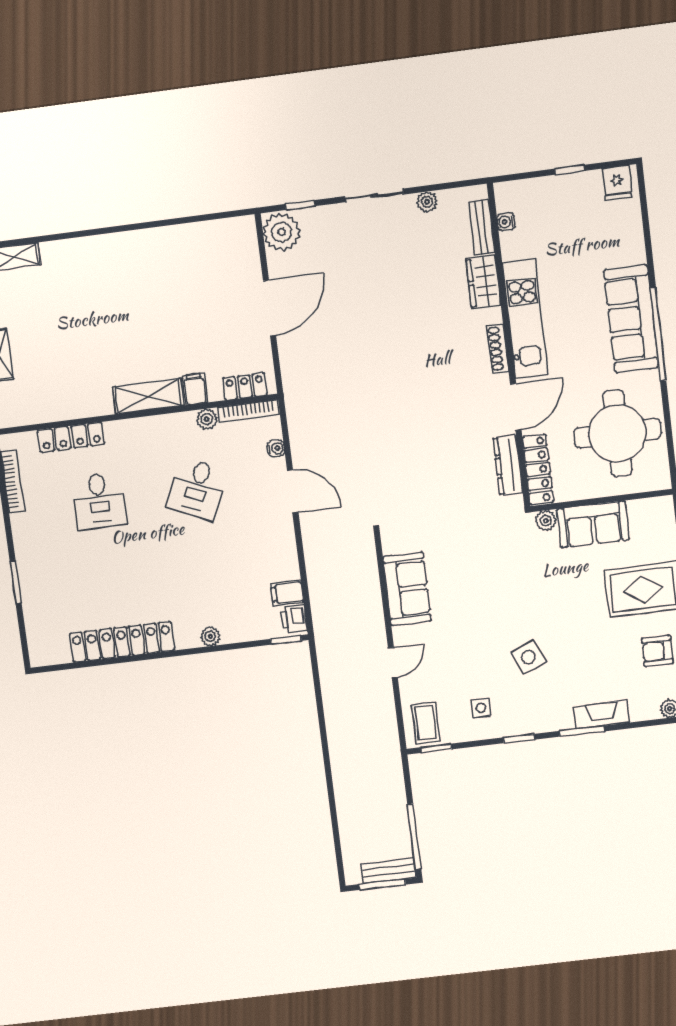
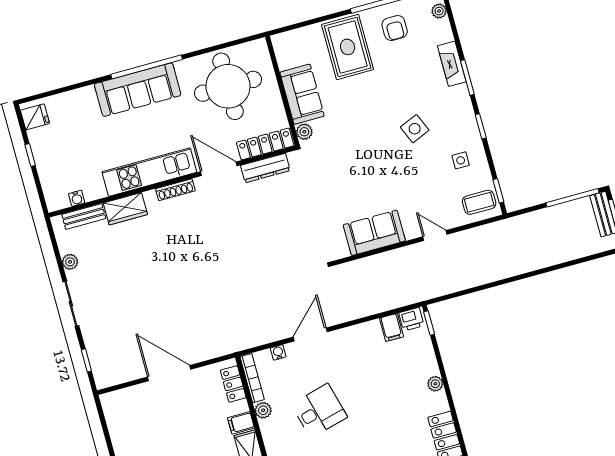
plant: (281, 232) -> (109, 372), removed
desk: (197, 489) -> (319, 411), turned -39

